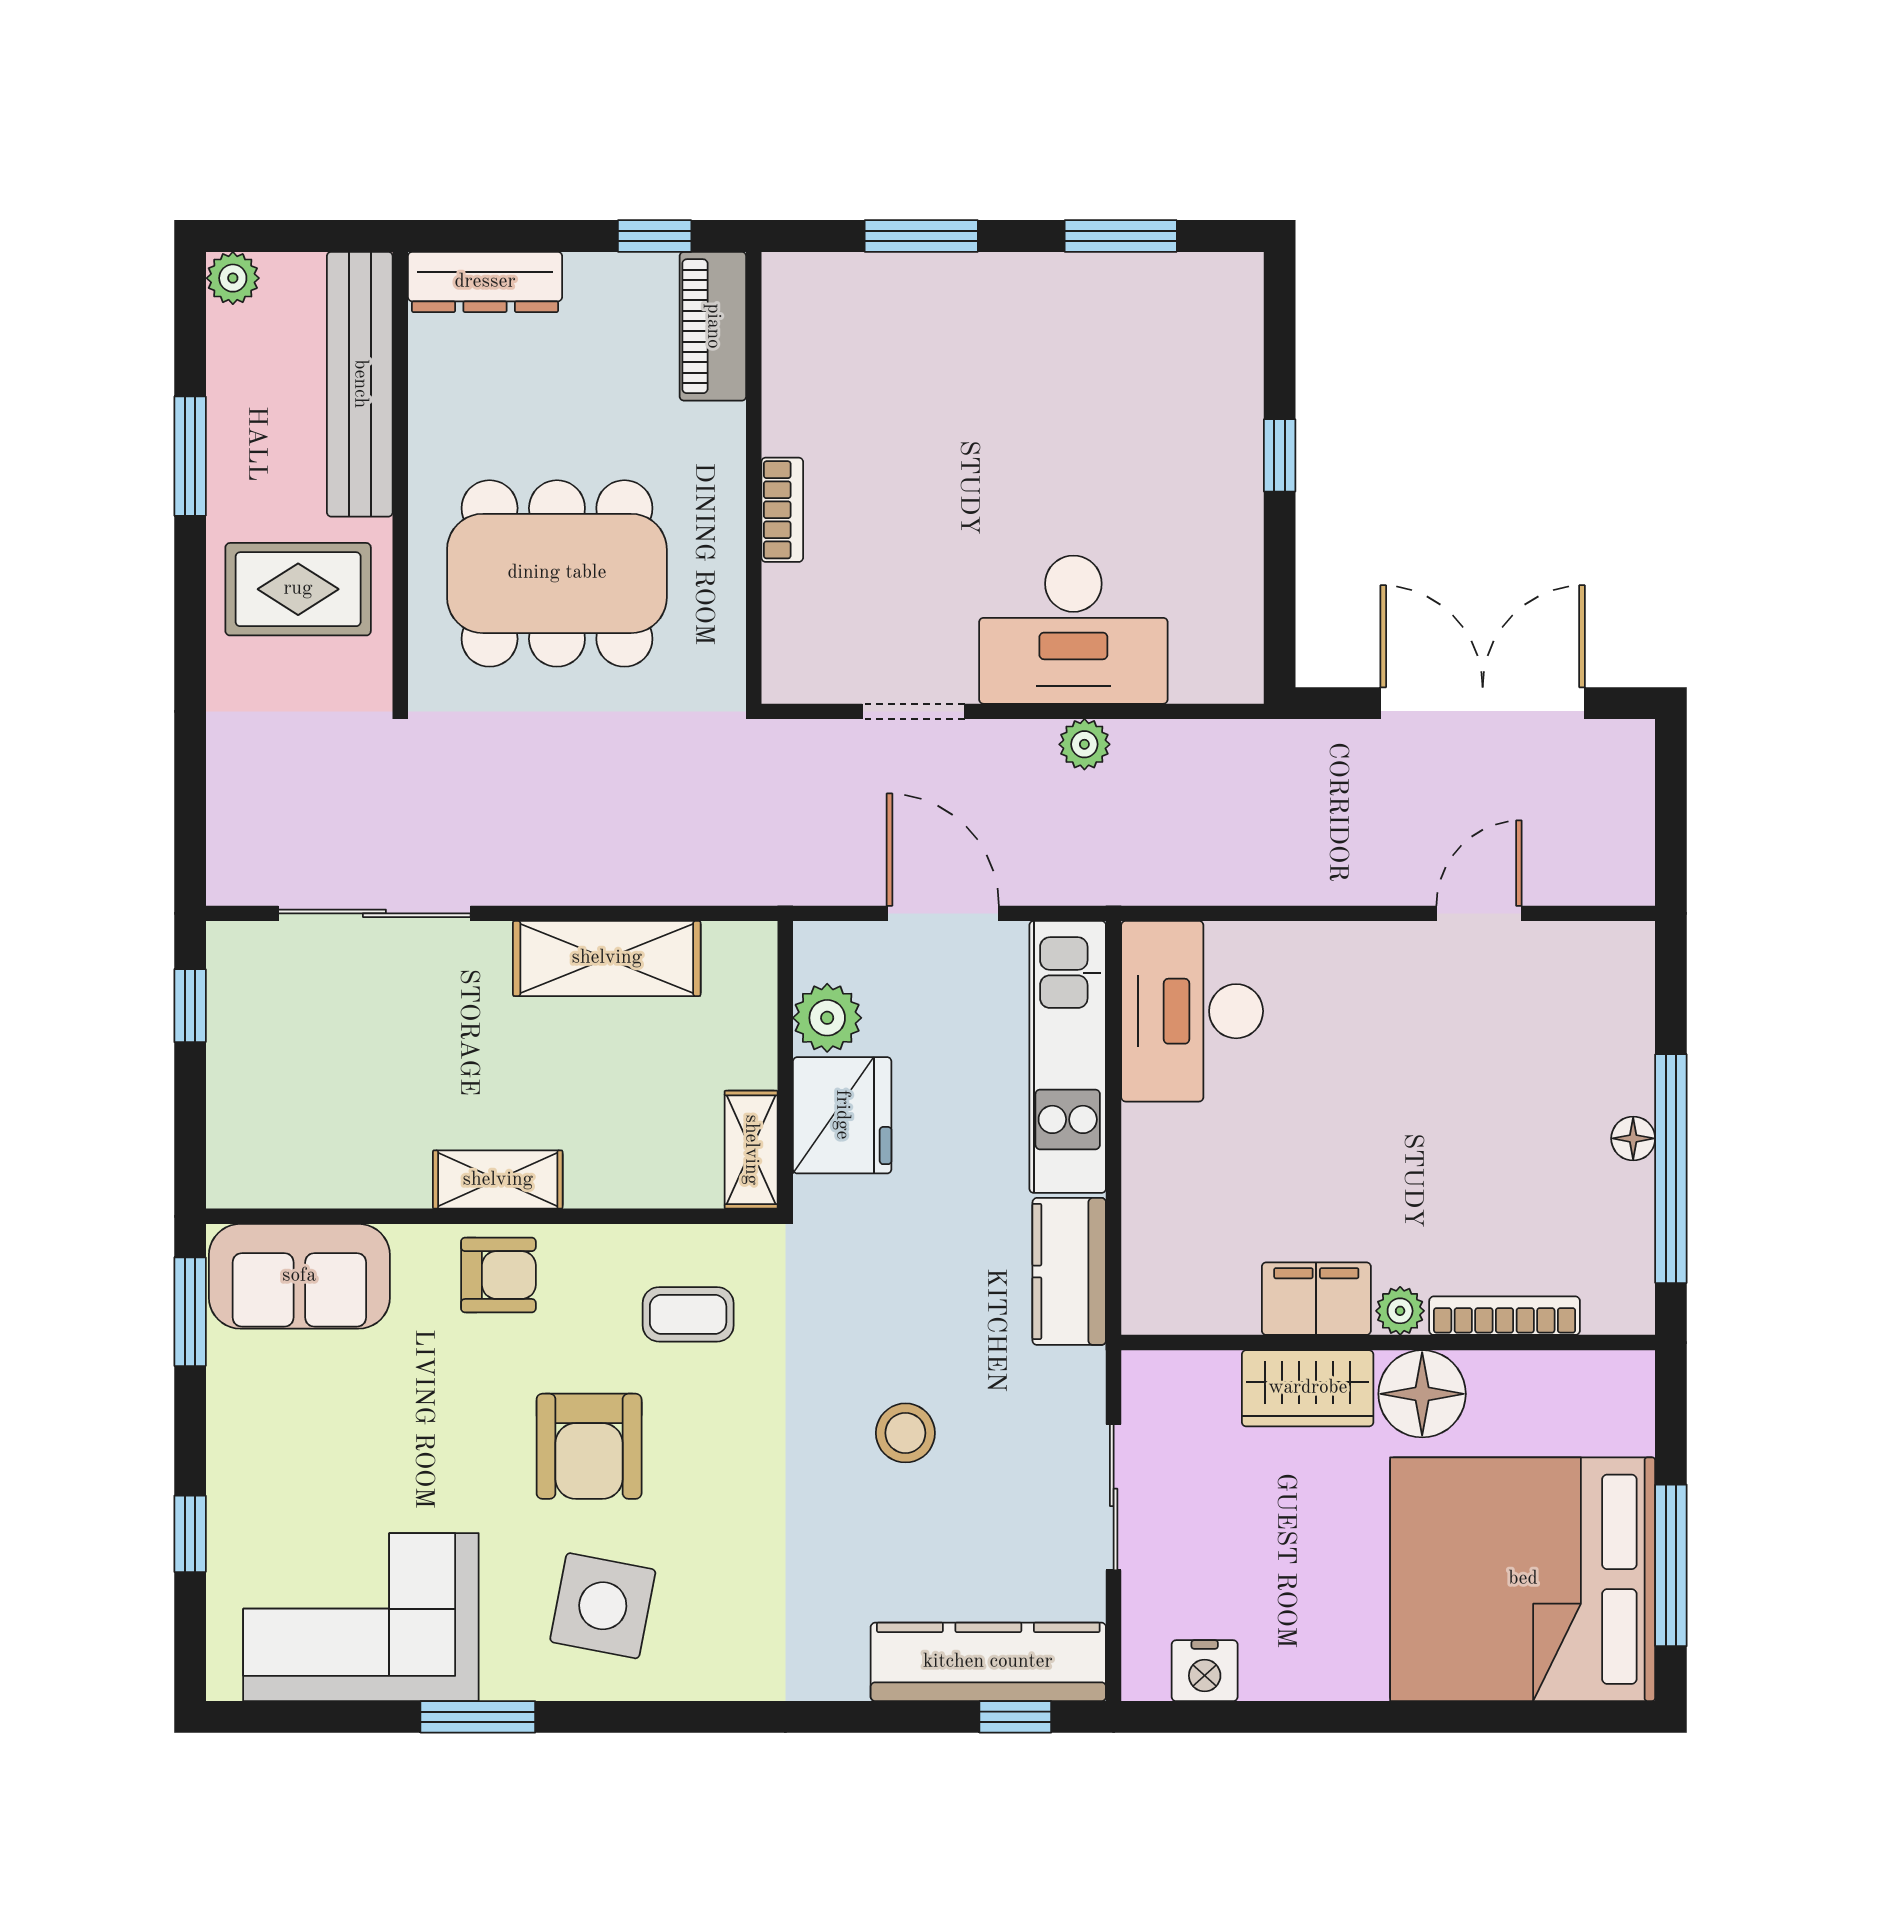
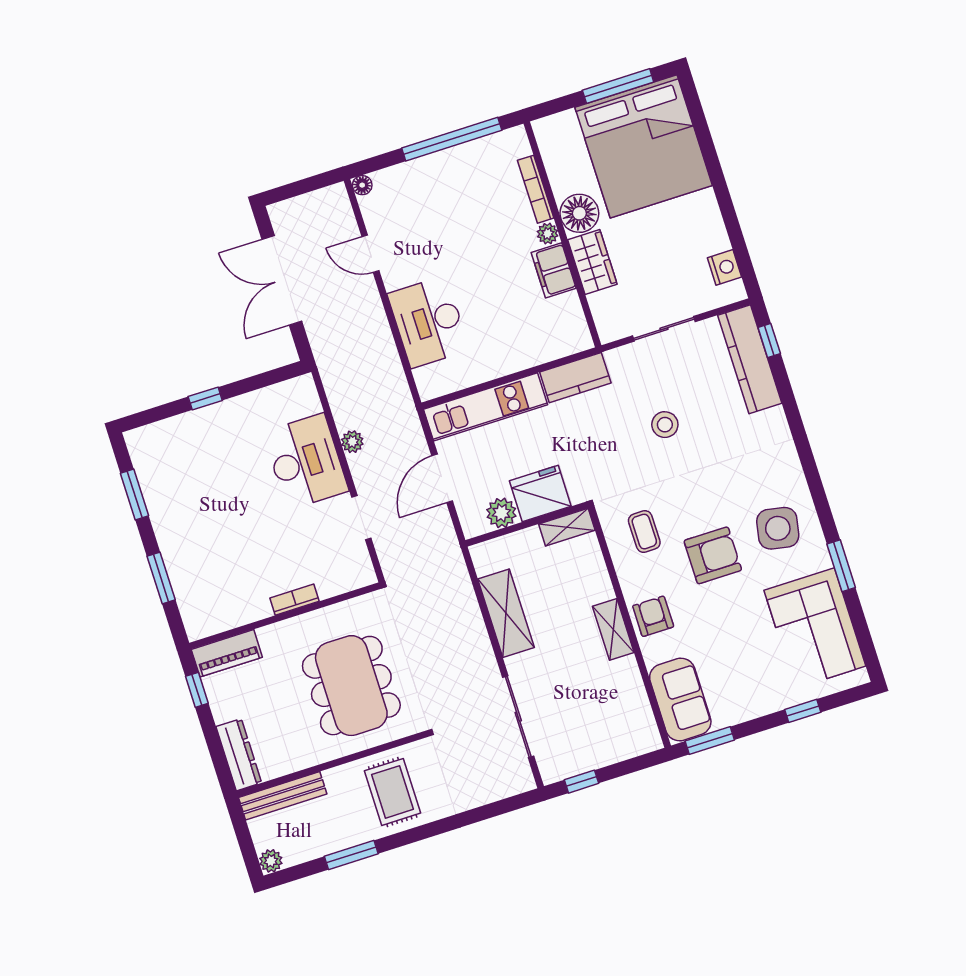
bench: (360, 384) -> (283, 796), width x0.73, depth x0.82
desk: (1192, 1011) -> (428, 322), moved, turned 90
floor lamp: (1633, 1138) -> (362, 185), moved

